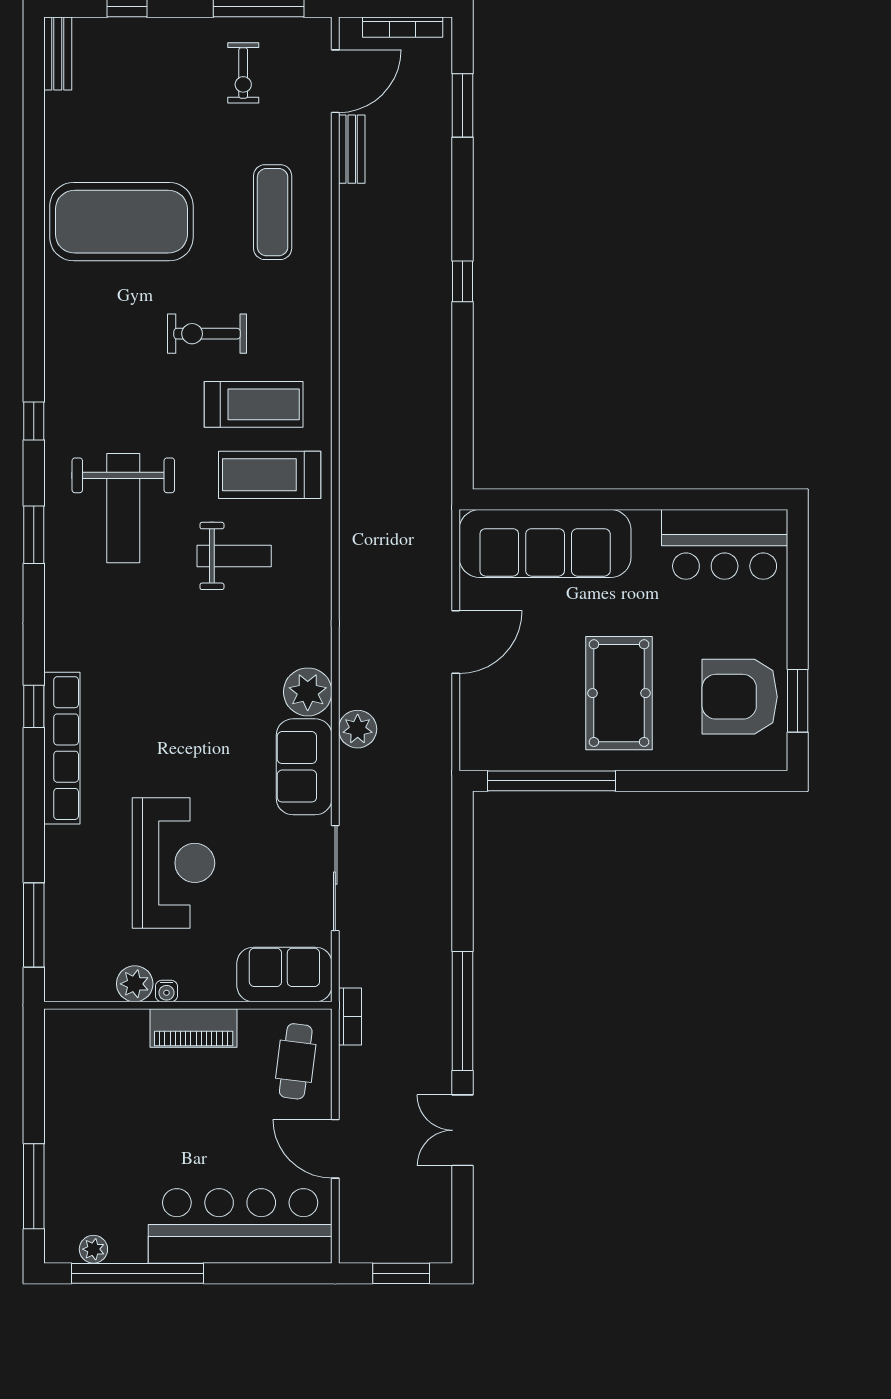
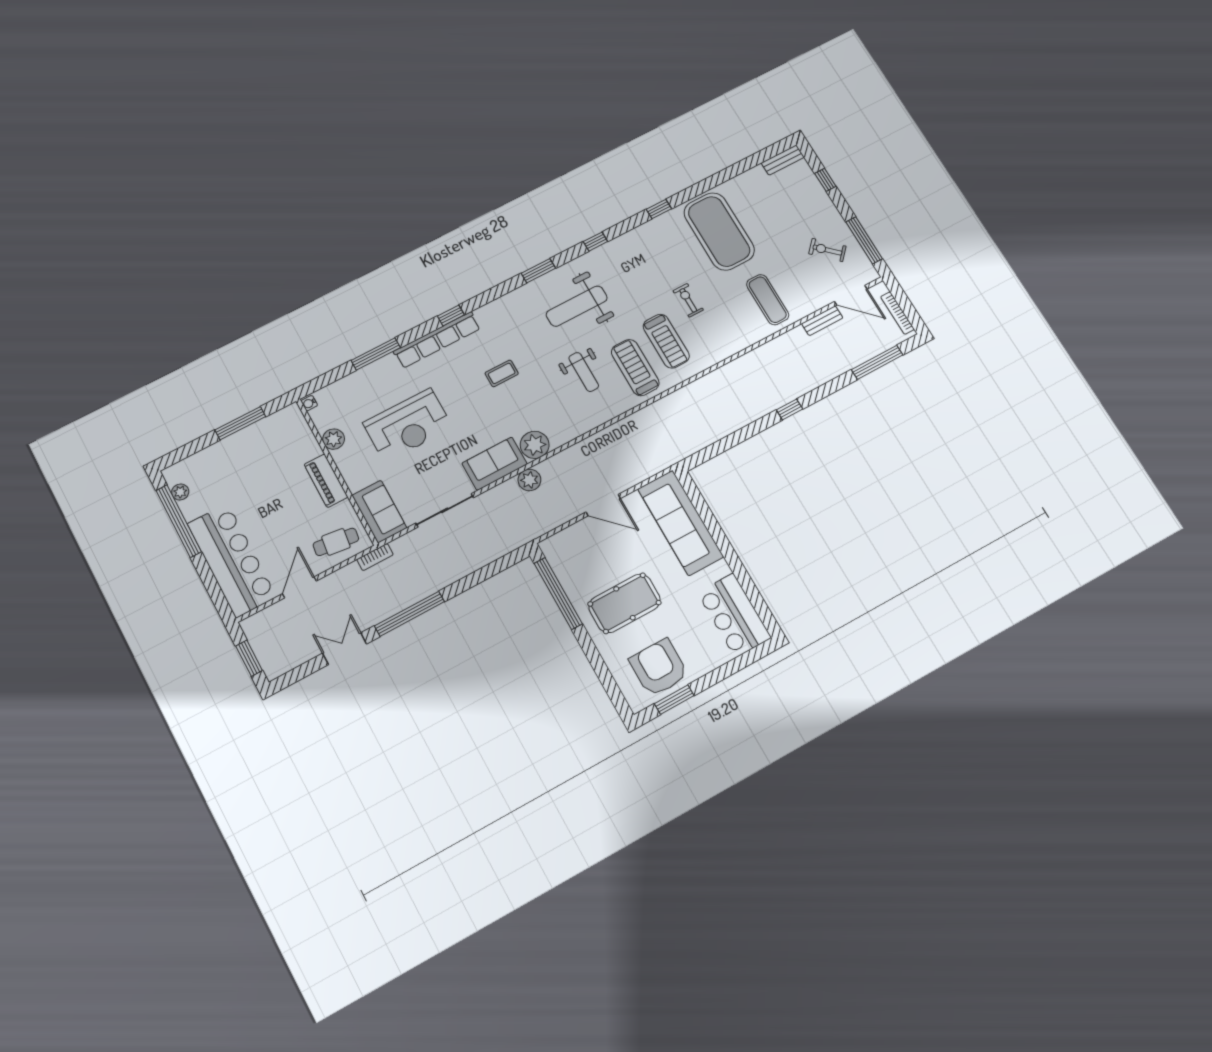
exercise bike: (243, 73) -> (827, 250), turned 43
window: (463, 105) -> (877, 362), width x1.44
exercise mat: (273, 212) -> (768, 300), turned 90
window: (34, 293) -> (659, 209), added
exercise bike: (207, 334) -> (688, 300), width x0.73, depth x0.72
coffee table: (169, 680) -> (502, 373), added
window: (34, 925) -> (376, 354), moved
water cooler: (166, 991) -> (309, 403), moved
window: (34, 1186) -> (240, 423), moved

